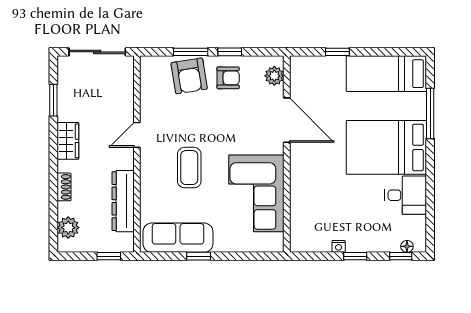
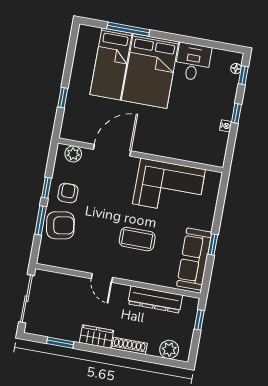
bed: (386, 74) -> (111, 64), moved
shoe rack: (64, 187) -> (129, 346), width x1.43

